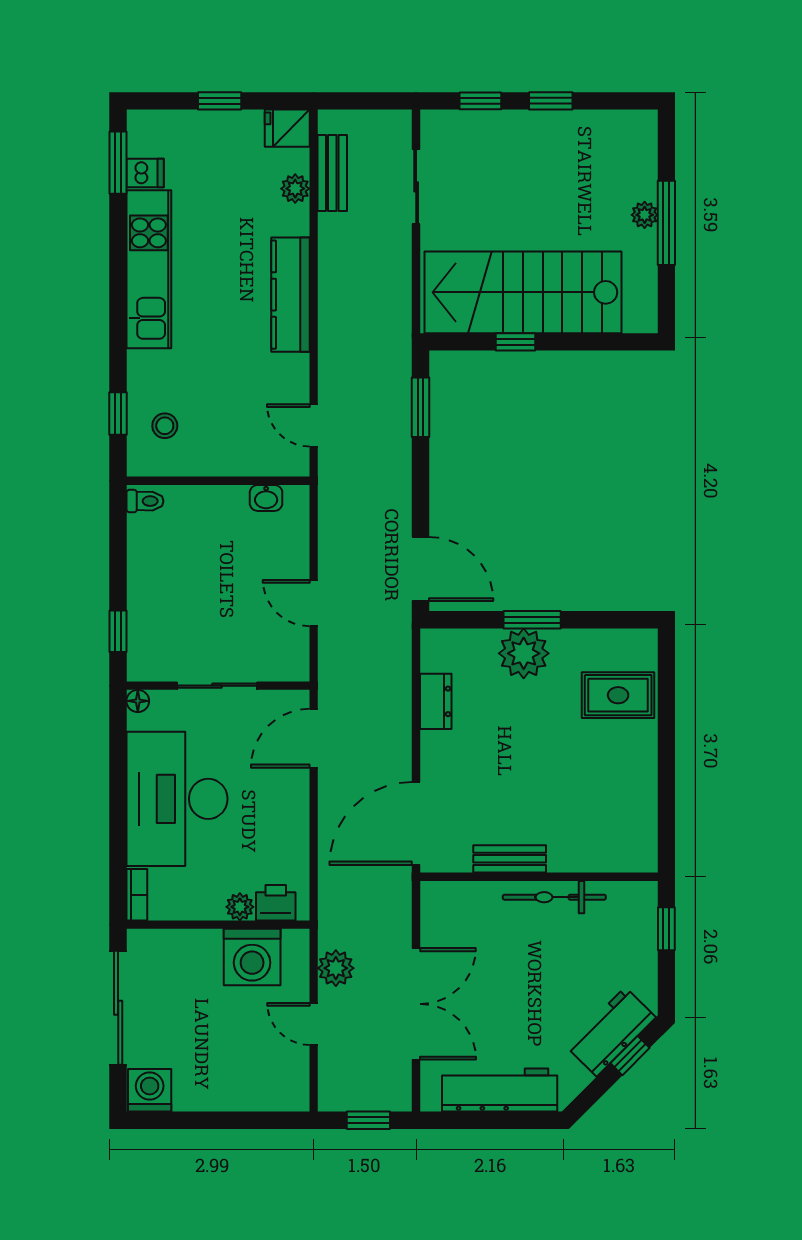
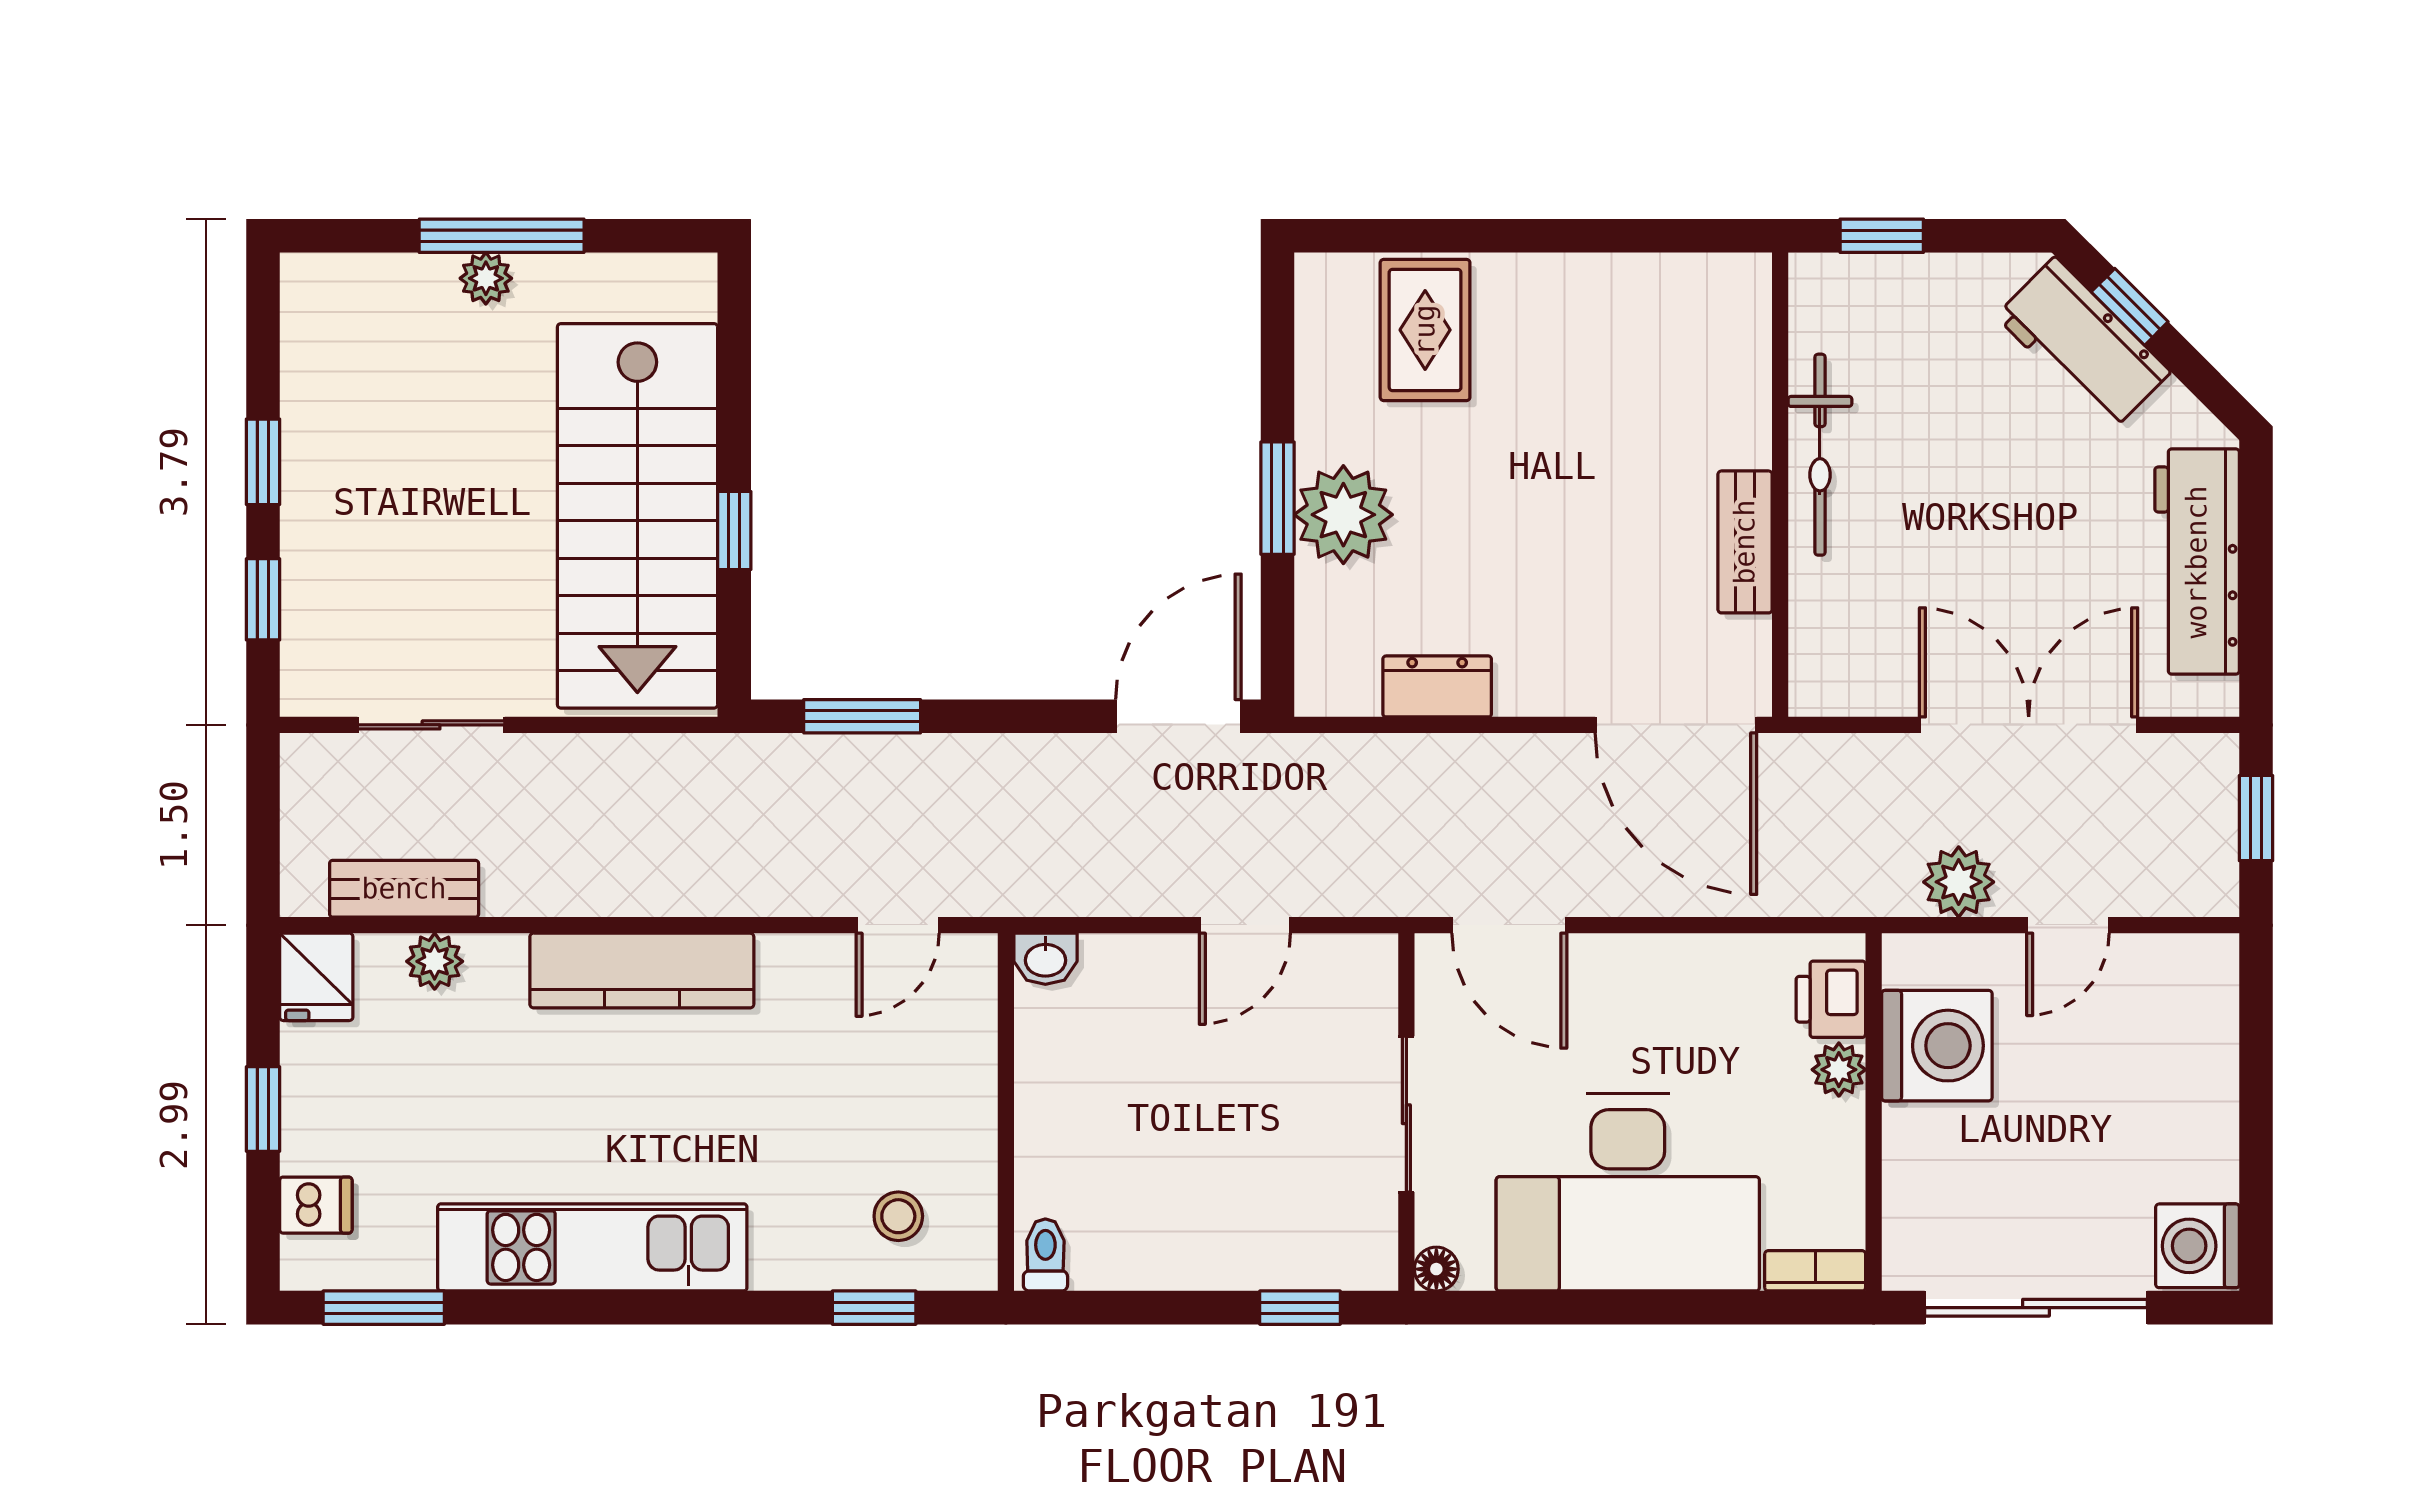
dishwasher: (145, 173) -> (316, 1205), moved, turned 90
washbasin: (266, 498) -> (1045, 959), moved, turned 90

